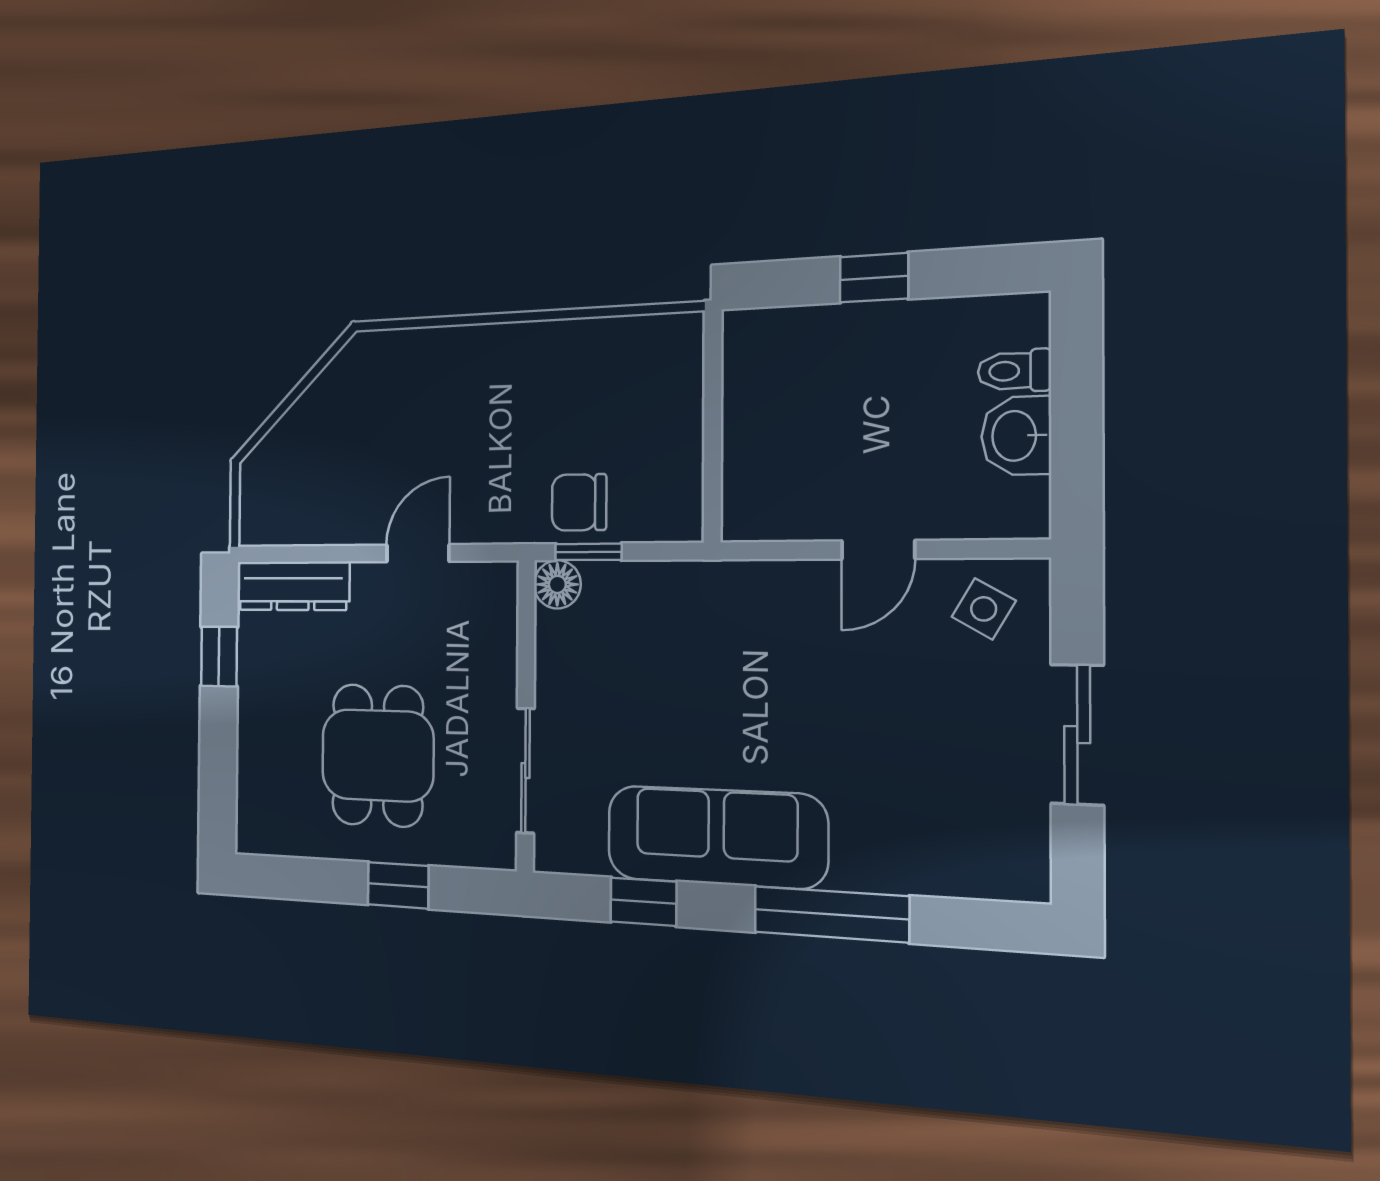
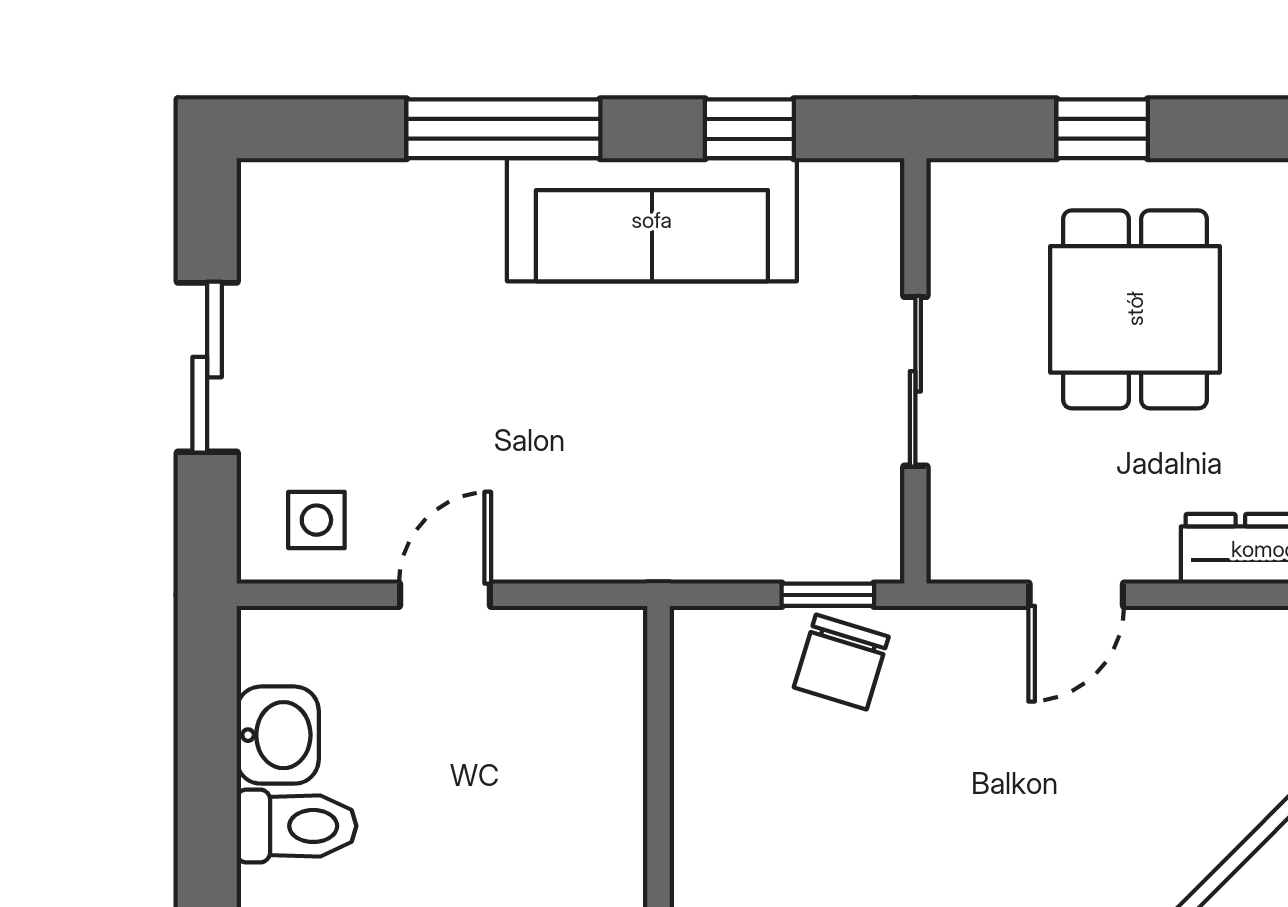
toilet: (1014, 371) -> (296, 826), width x1.37, depth x1.39
chair: (579, 502) -> (841, 662), turned 107
floor lamp: (557, 584) -> (871, 551), removed
side table: (984, 609) -> (316, 520), turned -30
sliding door: (525, 771) -> (915, 381), moved

